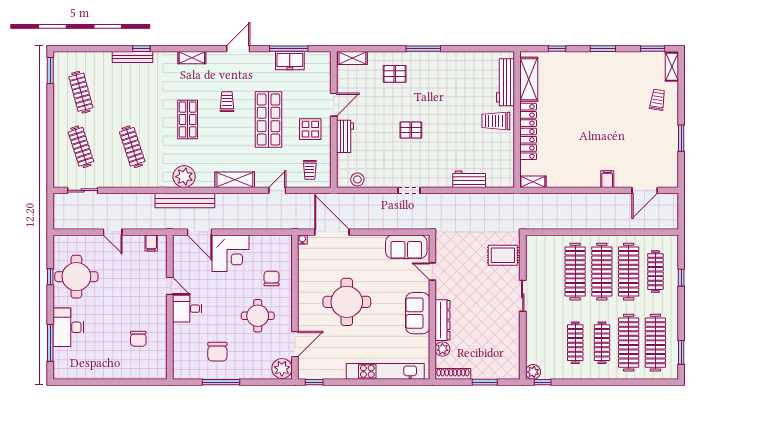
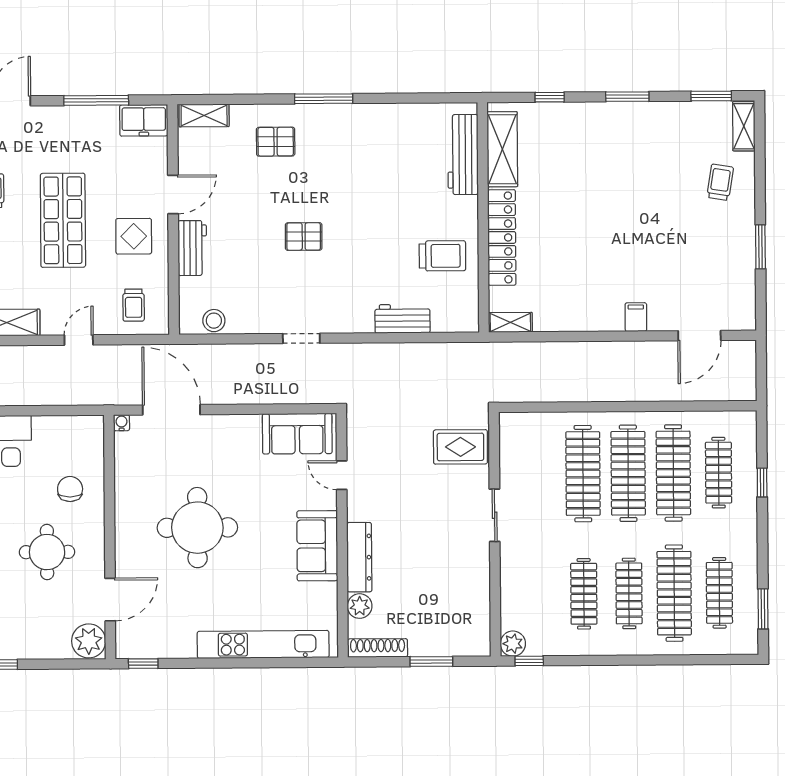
freezer: (290, 61) -> (144, 120), moved
trolley: (496, 121) -> (442, 256), moved, turned 180
clothes rail: (655, 343) -> (719, 593), width x0.73, depth x0.76

